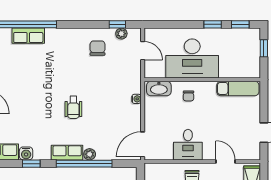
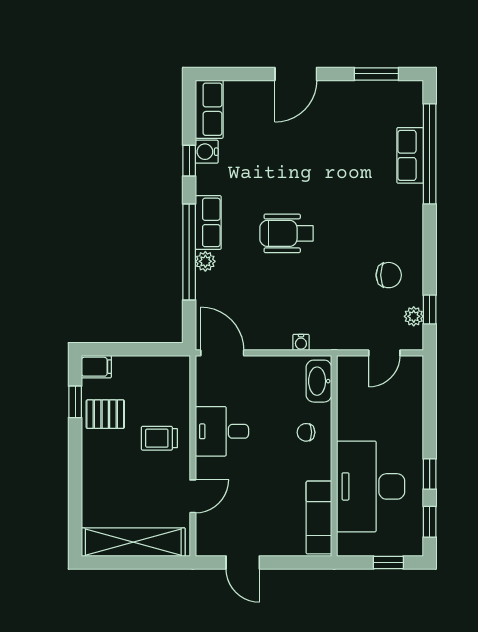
desk: (192, 59) -> (371, 486), moved
wheelchair: (73, 107) -> (286, 233), width x1.36, depth x1.37

